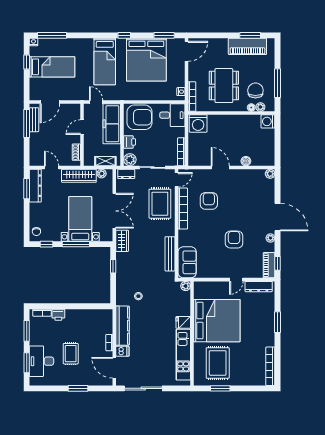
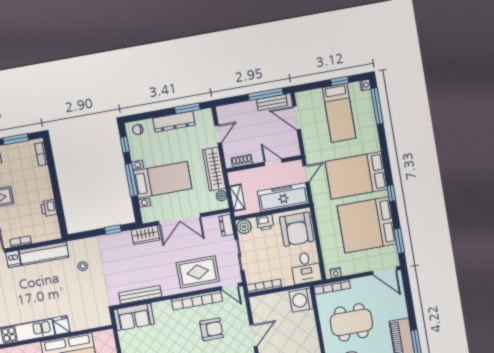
bed: (105, 61) -> (356, 175), width x1.50
dresser: (35, 186) -> (174, 122), moved
plant: (186, 286) -> (105, 320), removed
printer: (58, 315) -> (49, 208), moved

